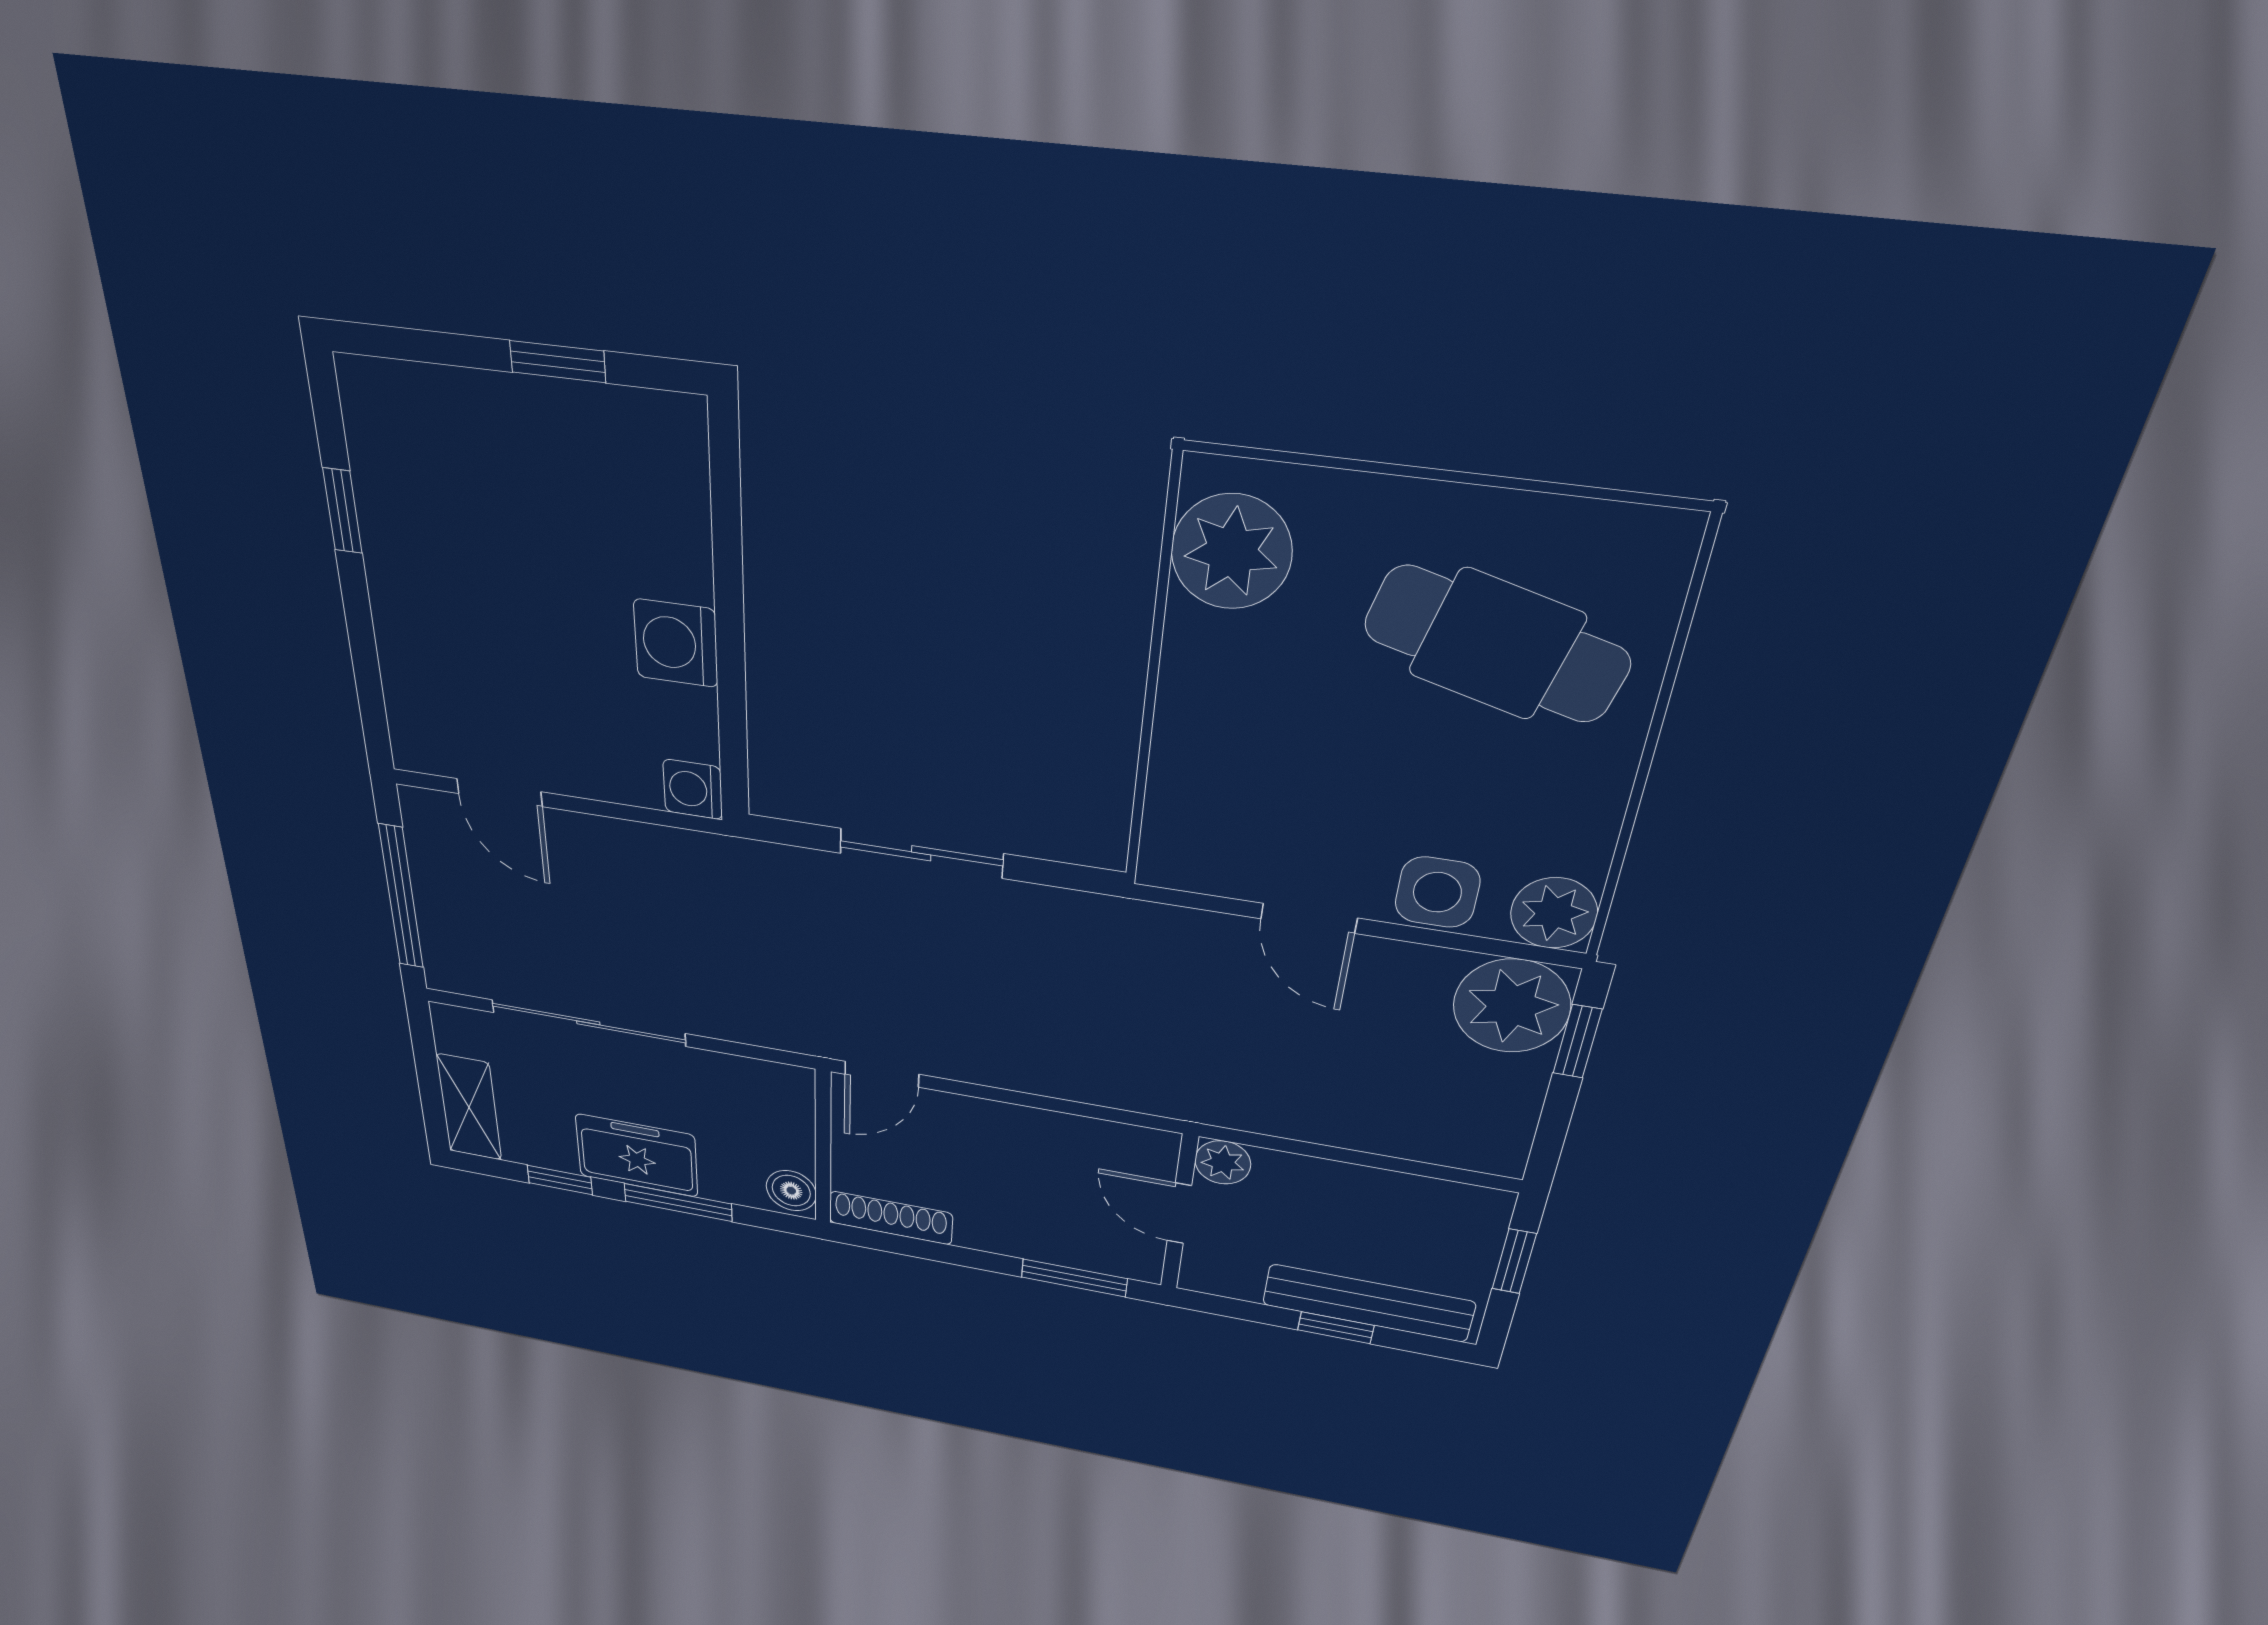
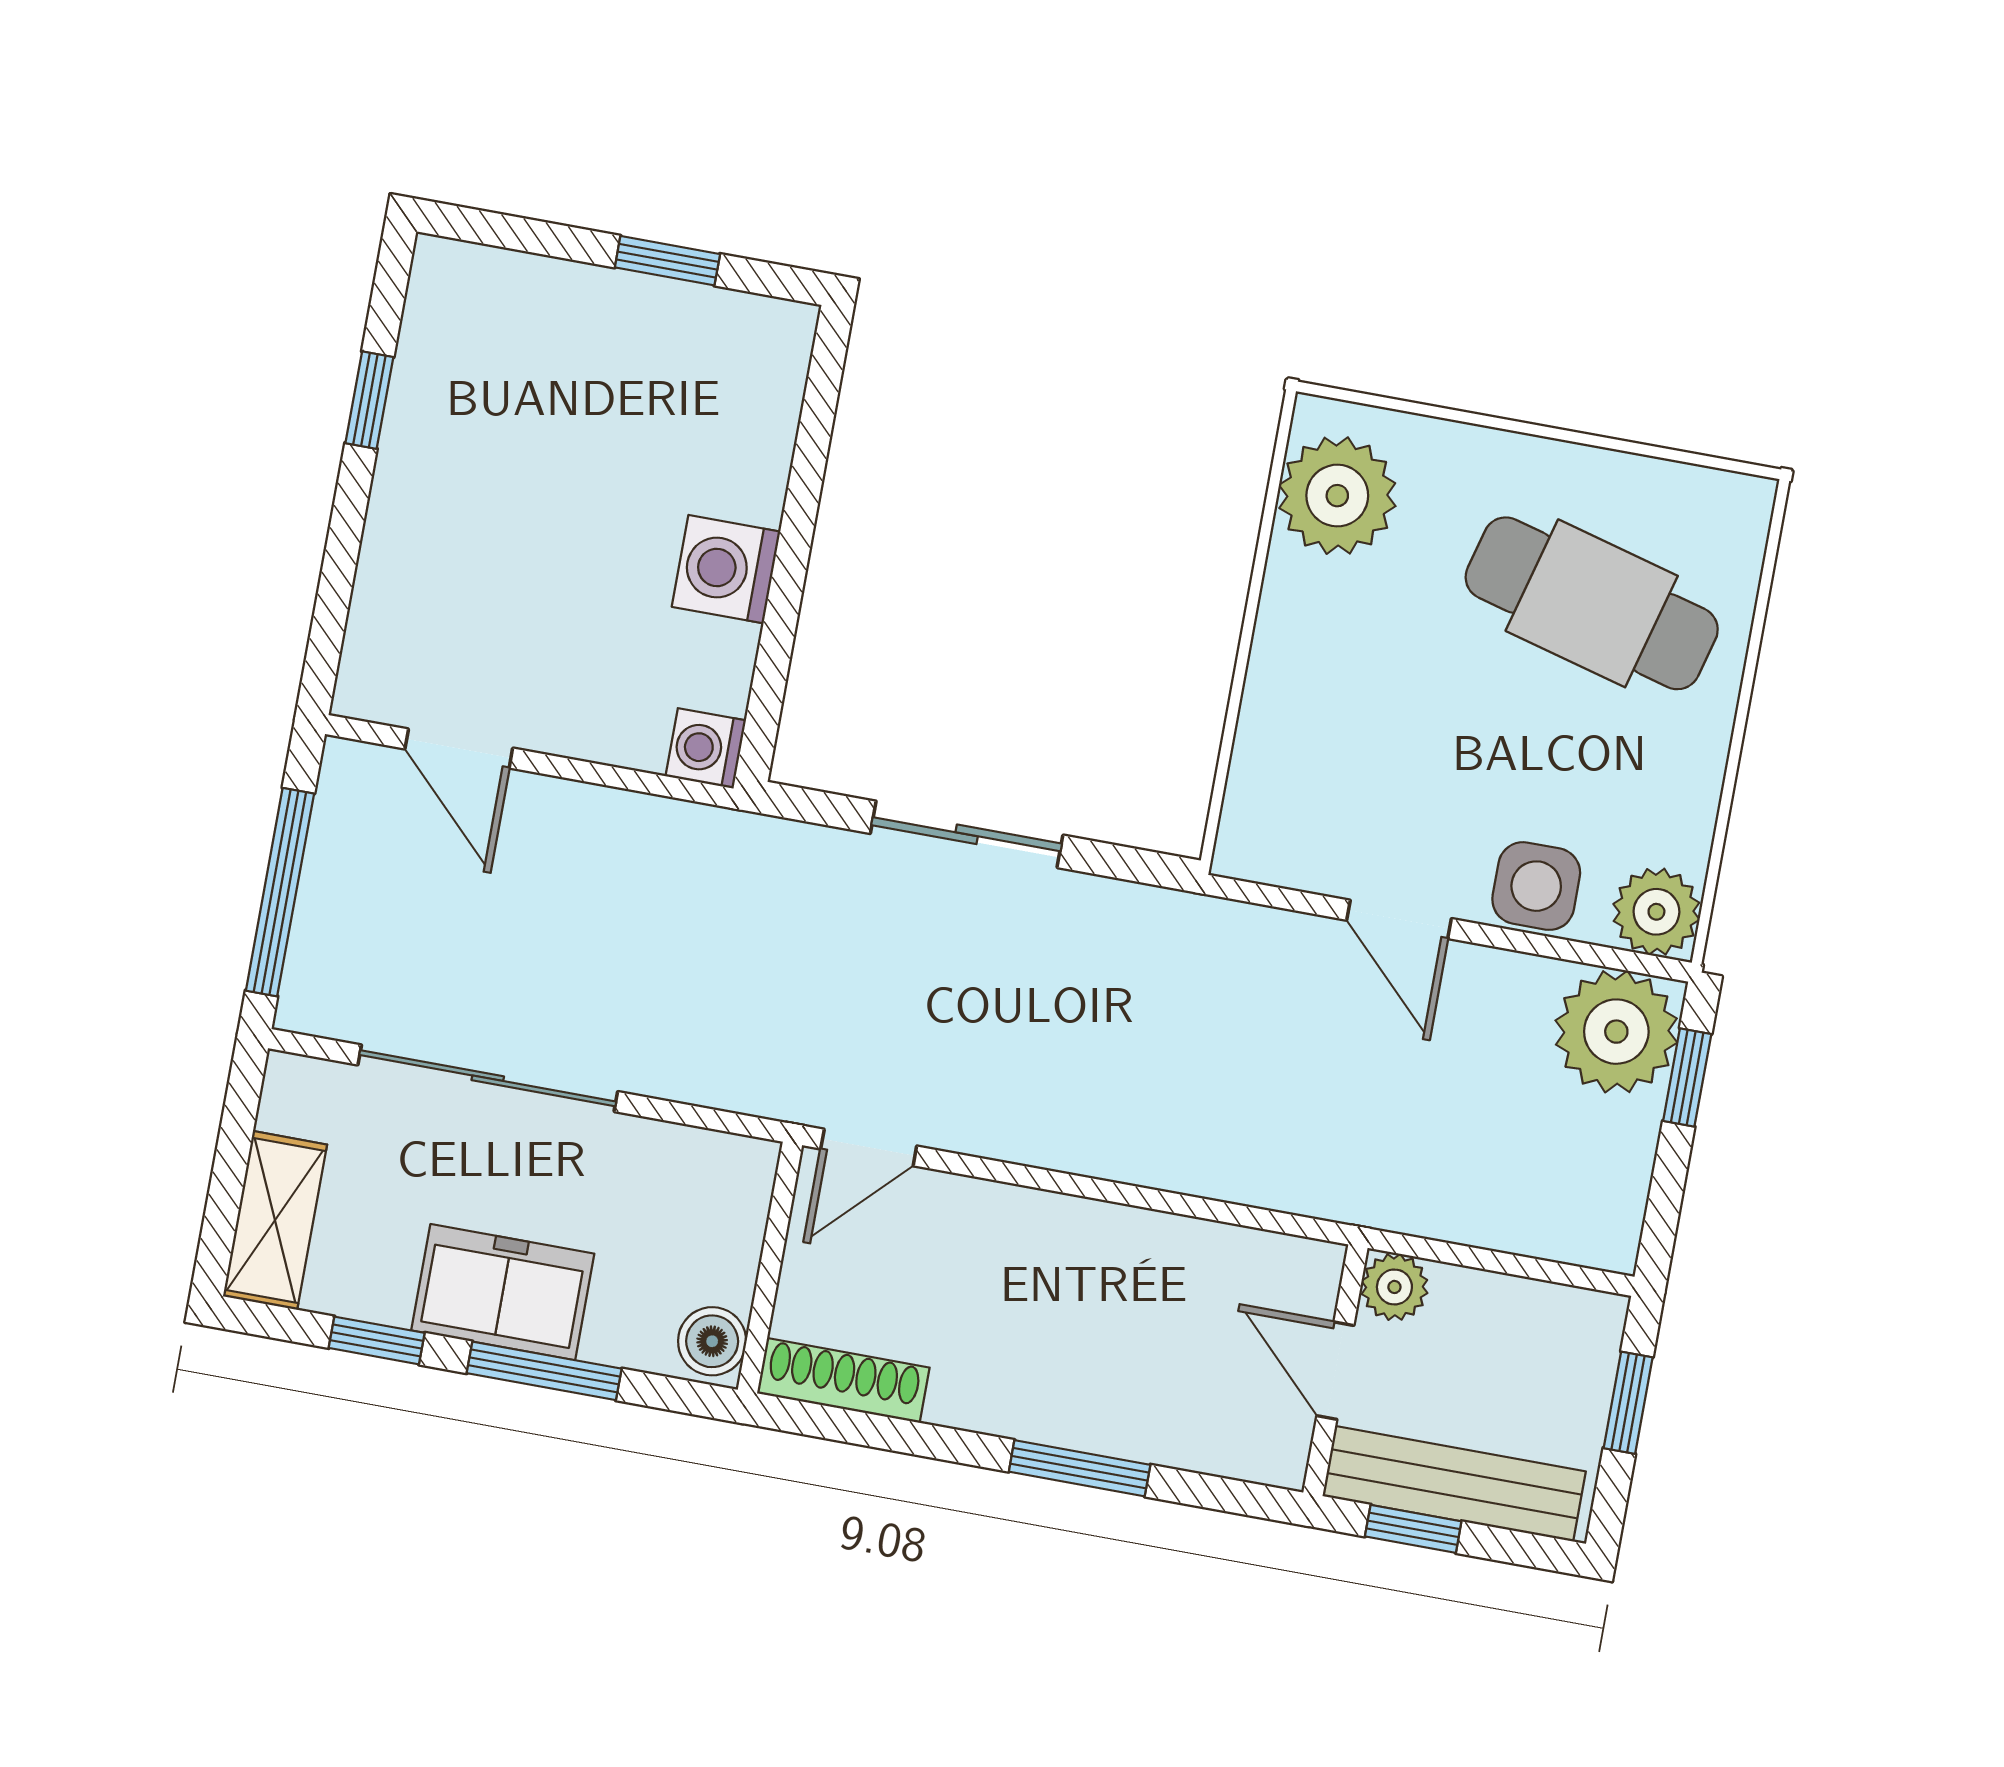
plant: (1223, 1162) -> (1394, 1287), moved
door: (1179, 1213) -> (1335, 1371), moved
wall: (1179, 1213) -> (1335, 1370), moved

